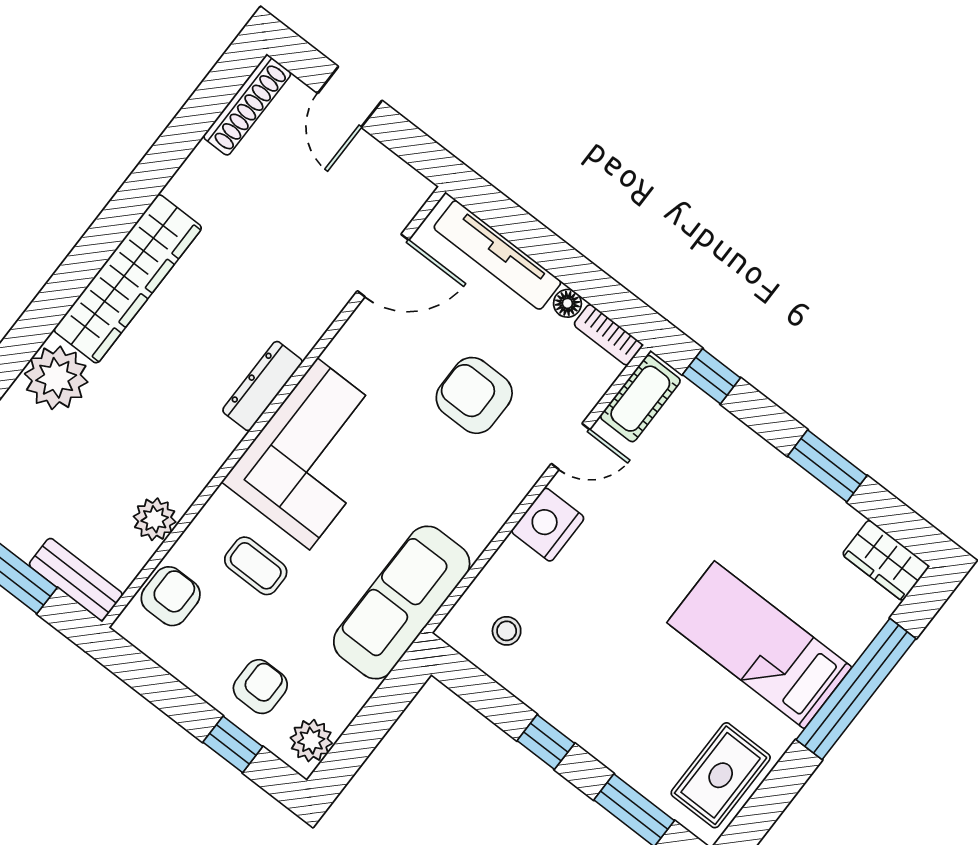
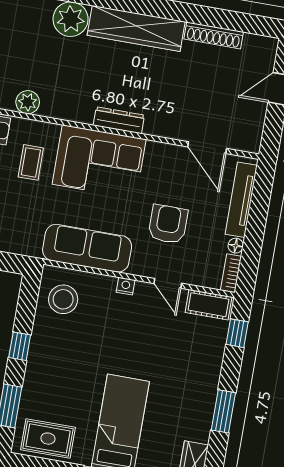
shoe rack: (247, 105) -> (214, 35), moved
nightstand: (548, 525) -> (126, 286), width x0.53, depth x0.56
sofa: (402, 603) -> (87, 248), moved
stool: (507, 631) -> (63, 299), width x1.89, depth x1.89

